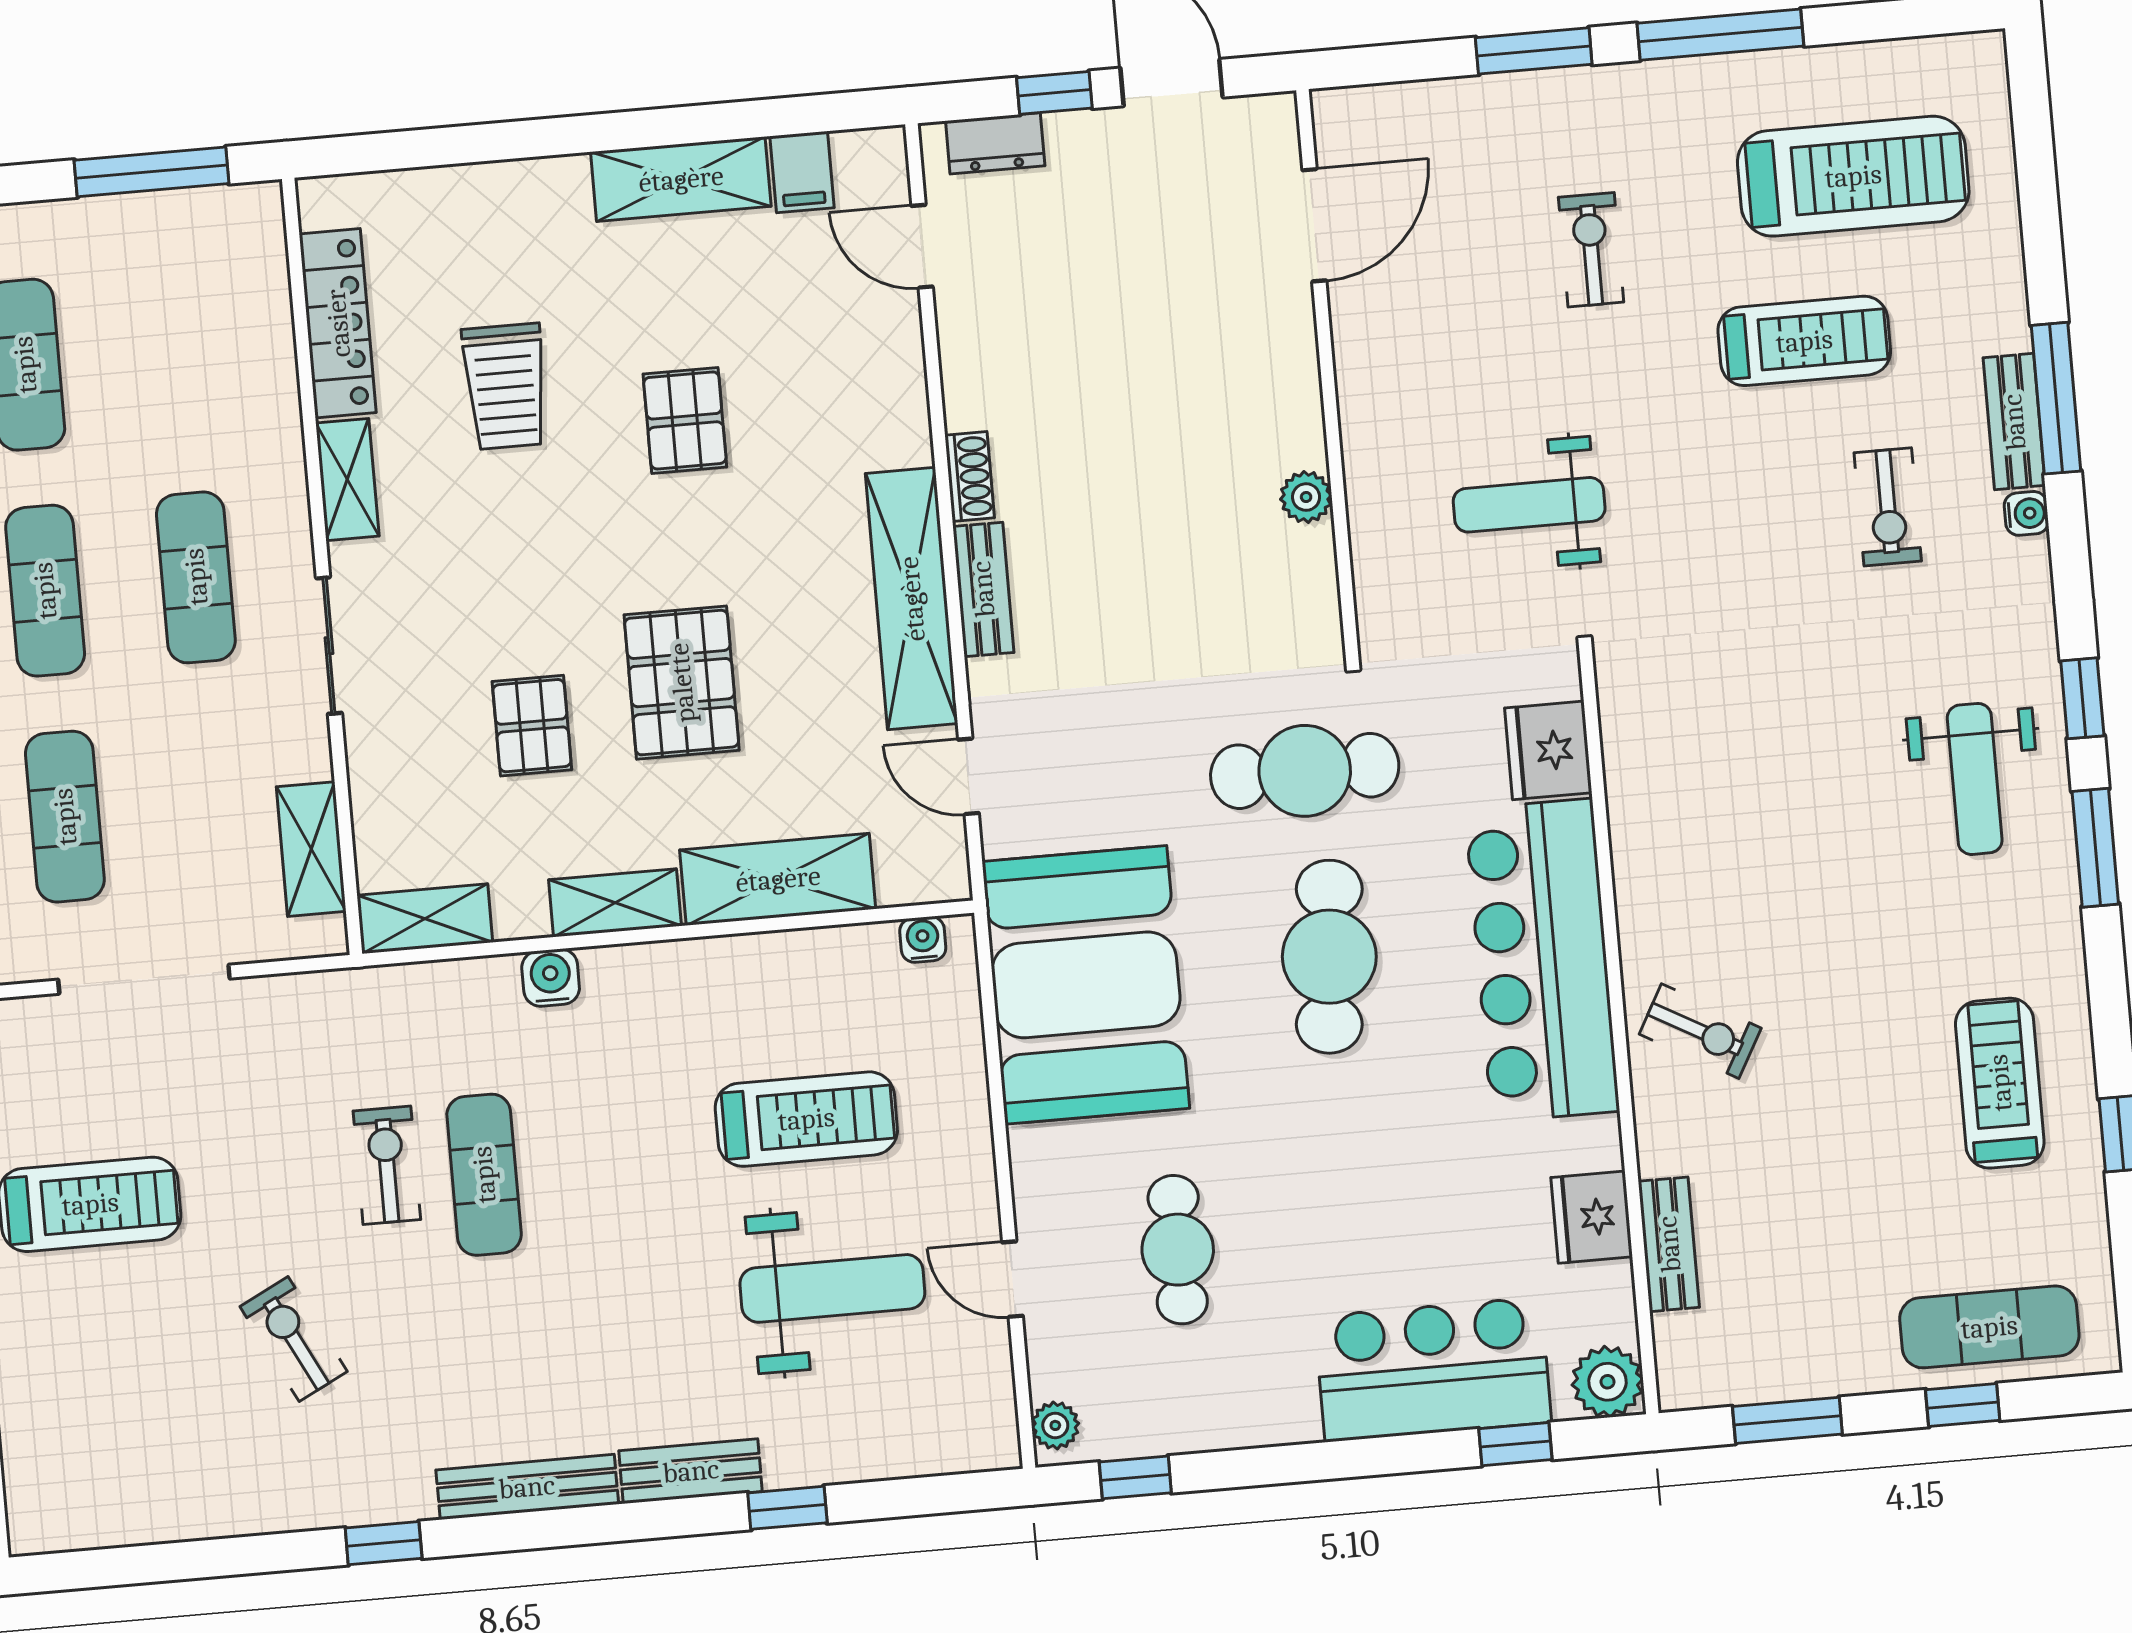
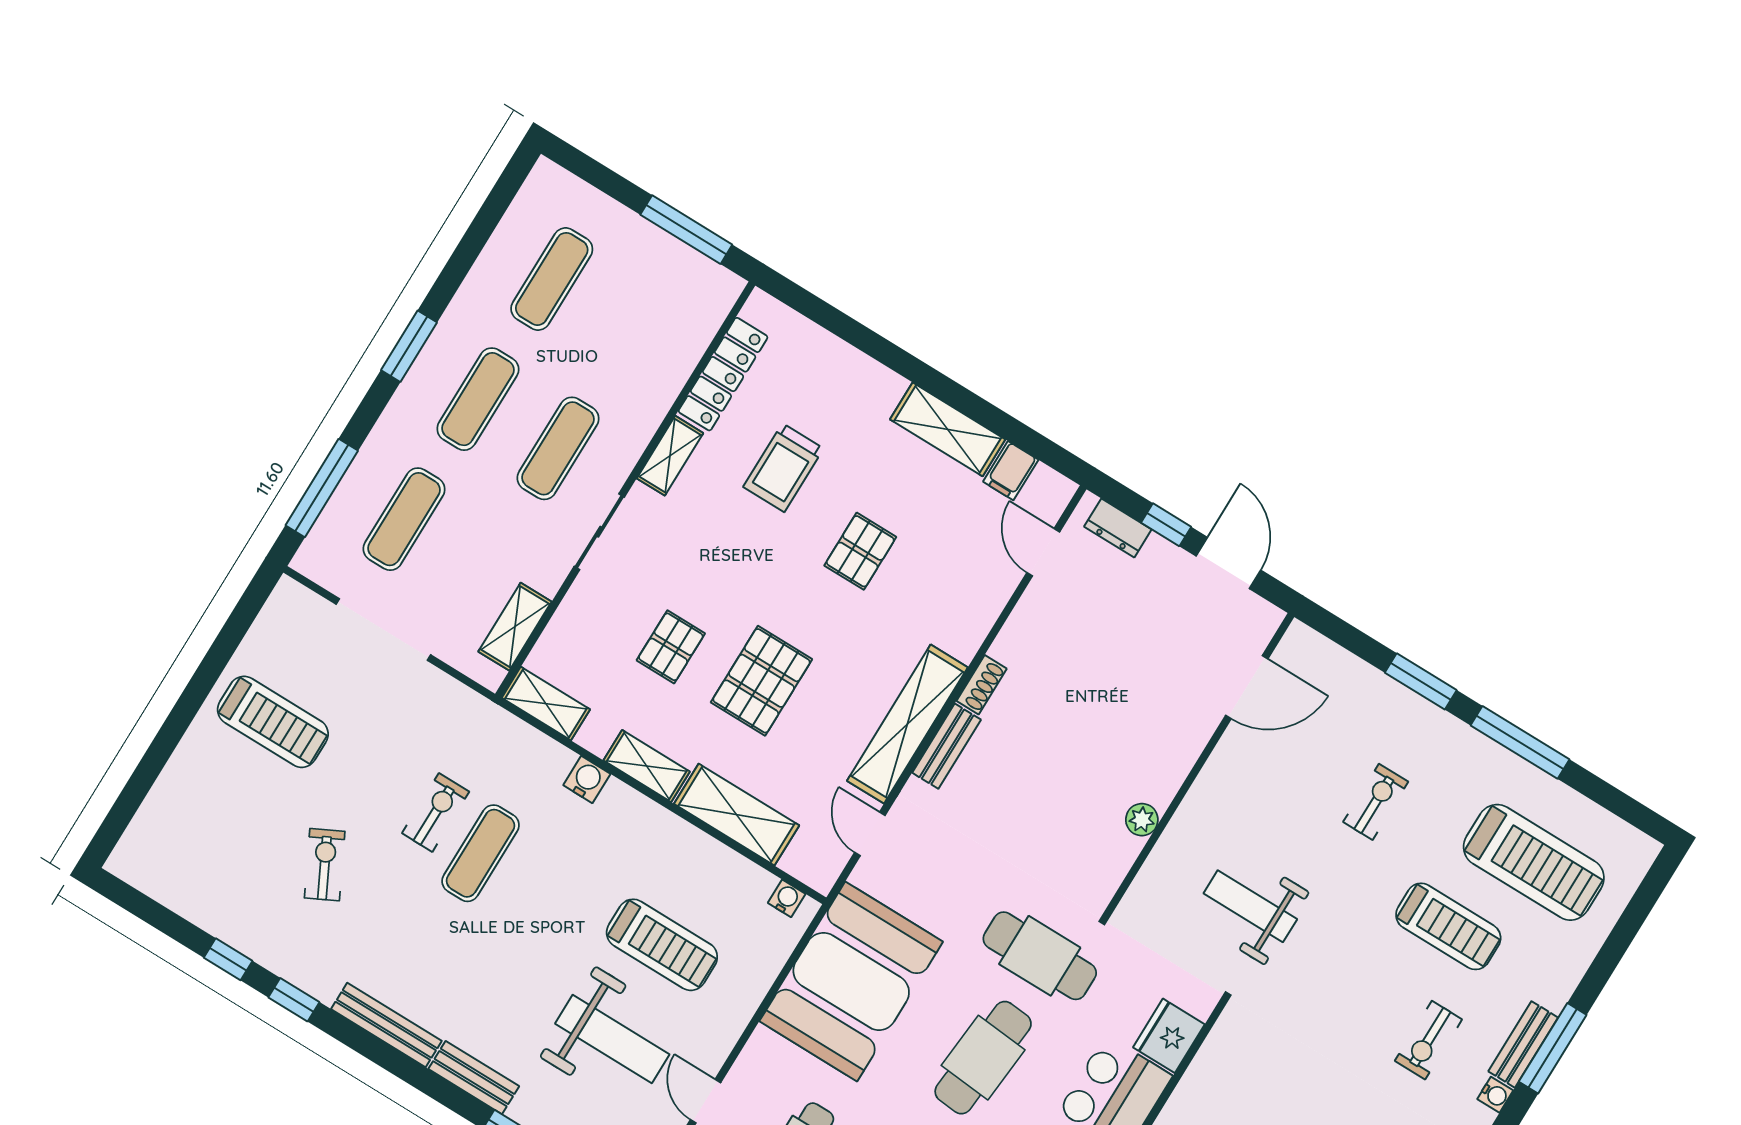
window: (260, 1554) -> (228, 959), added

